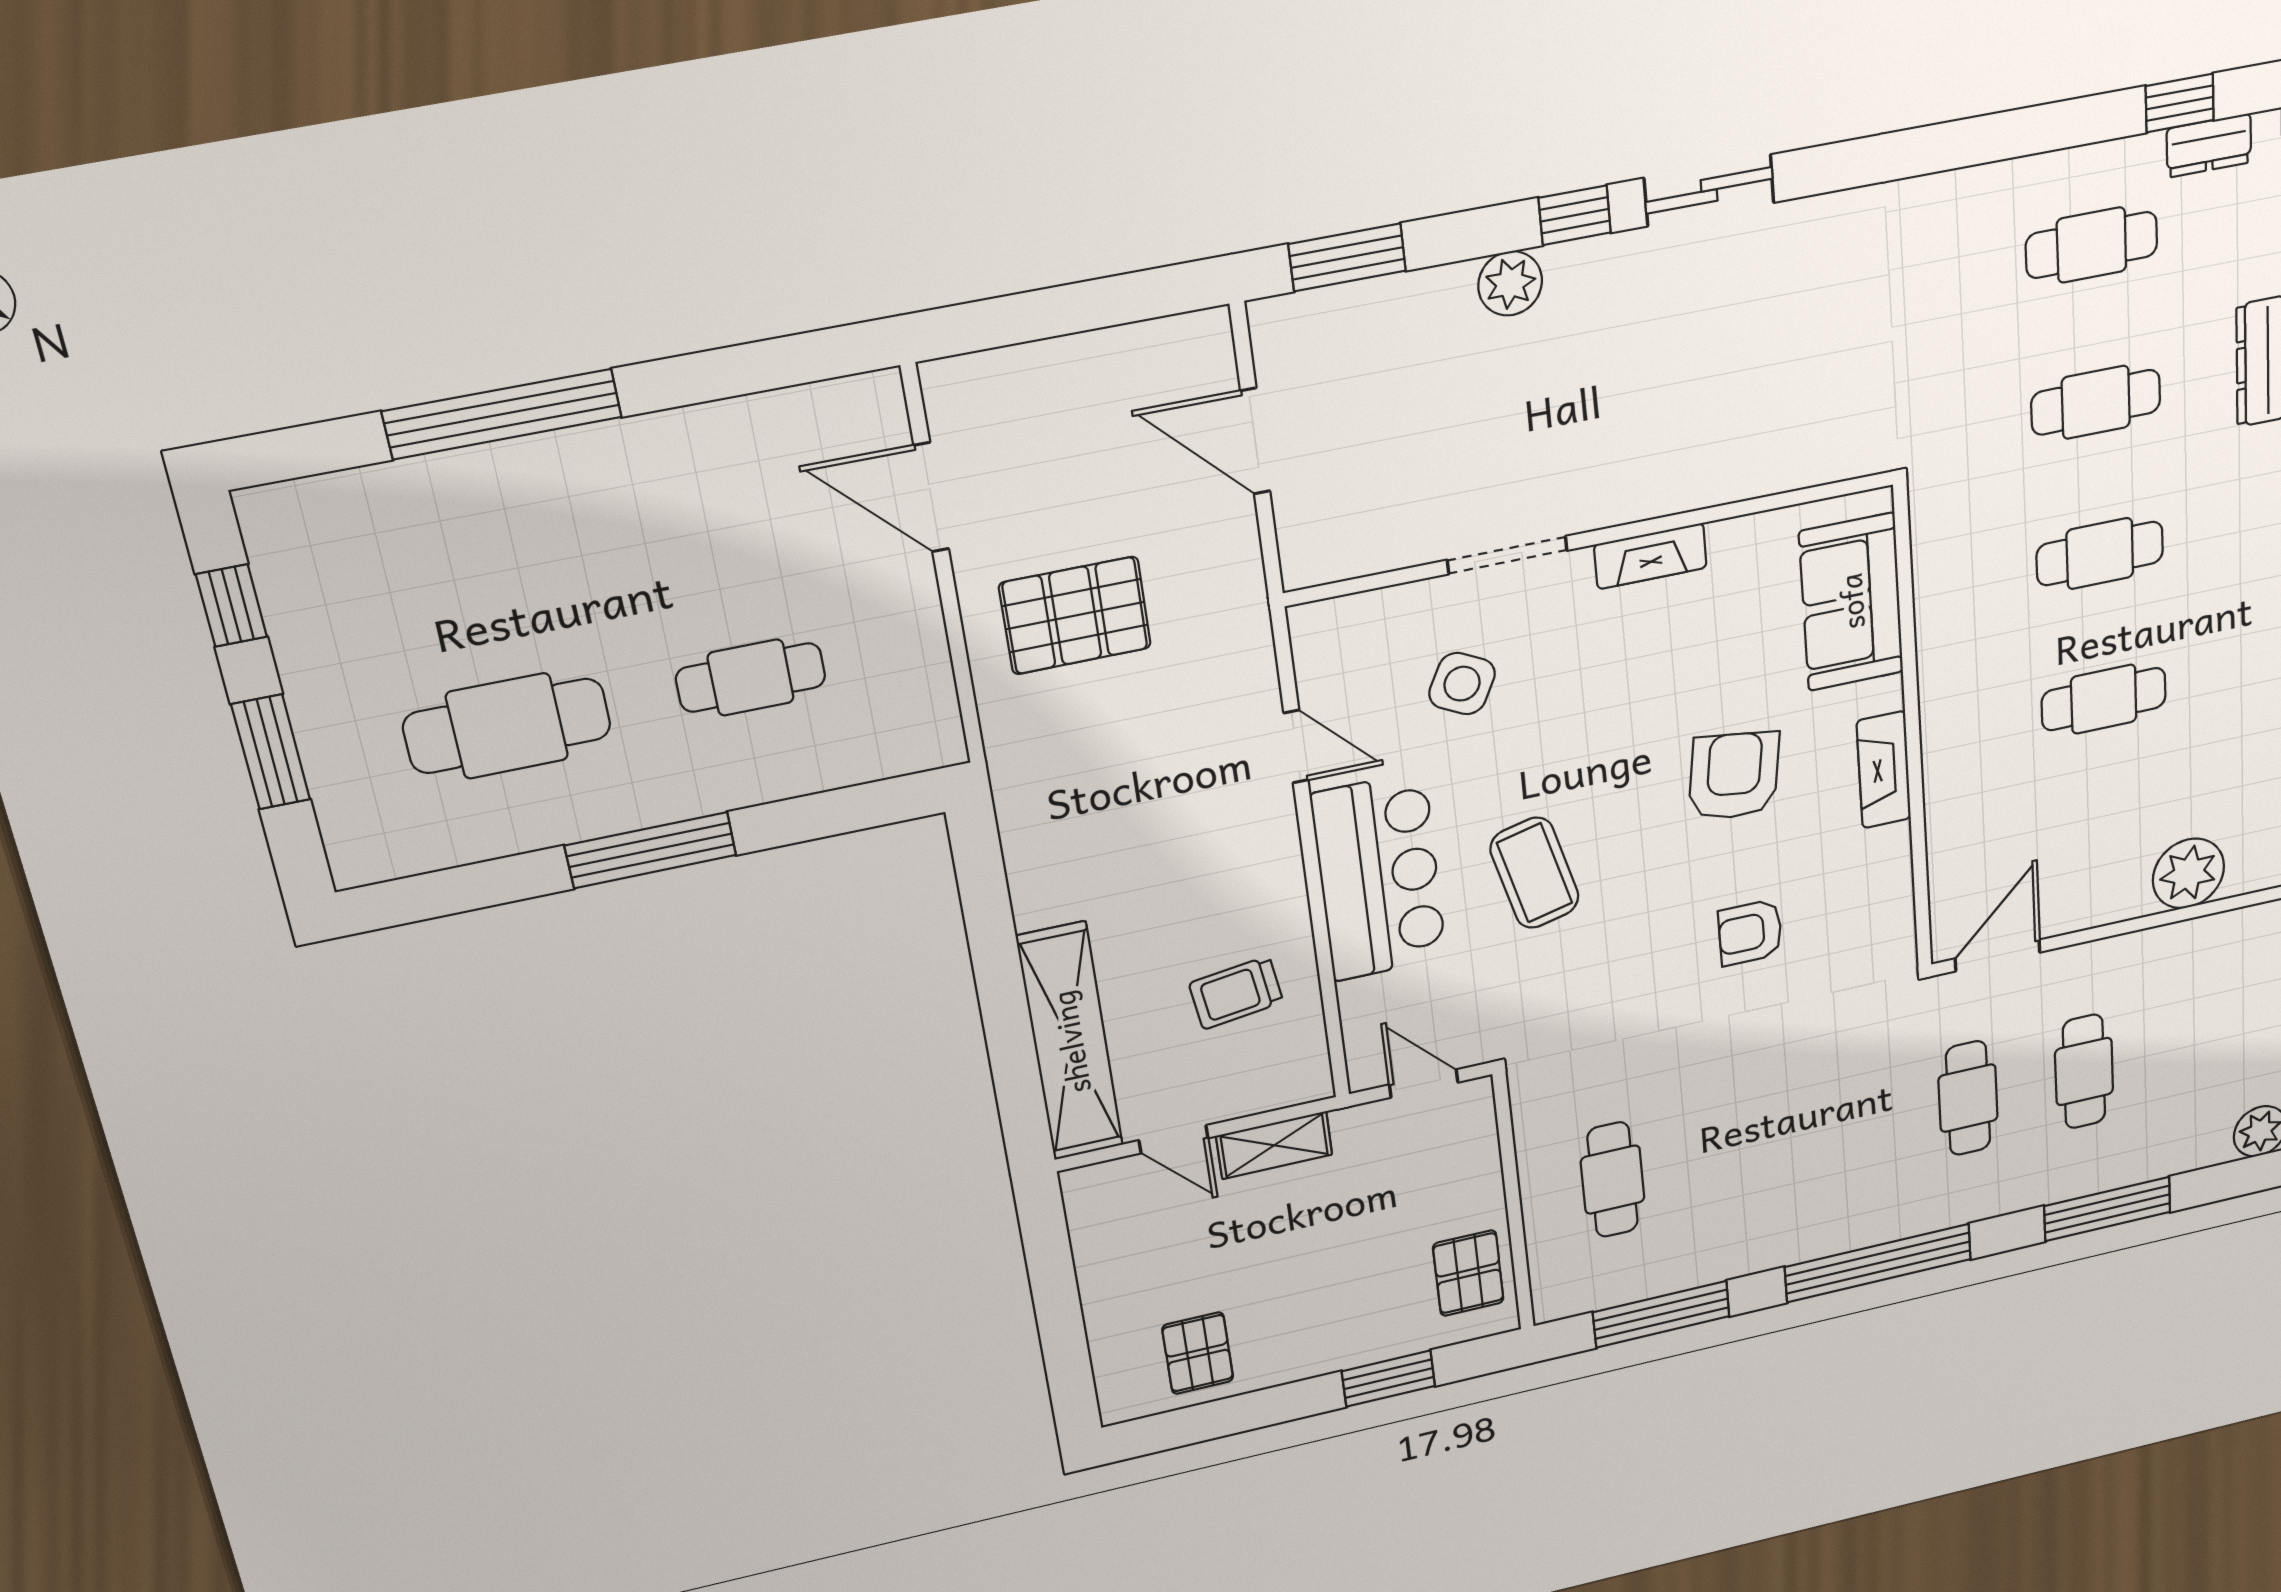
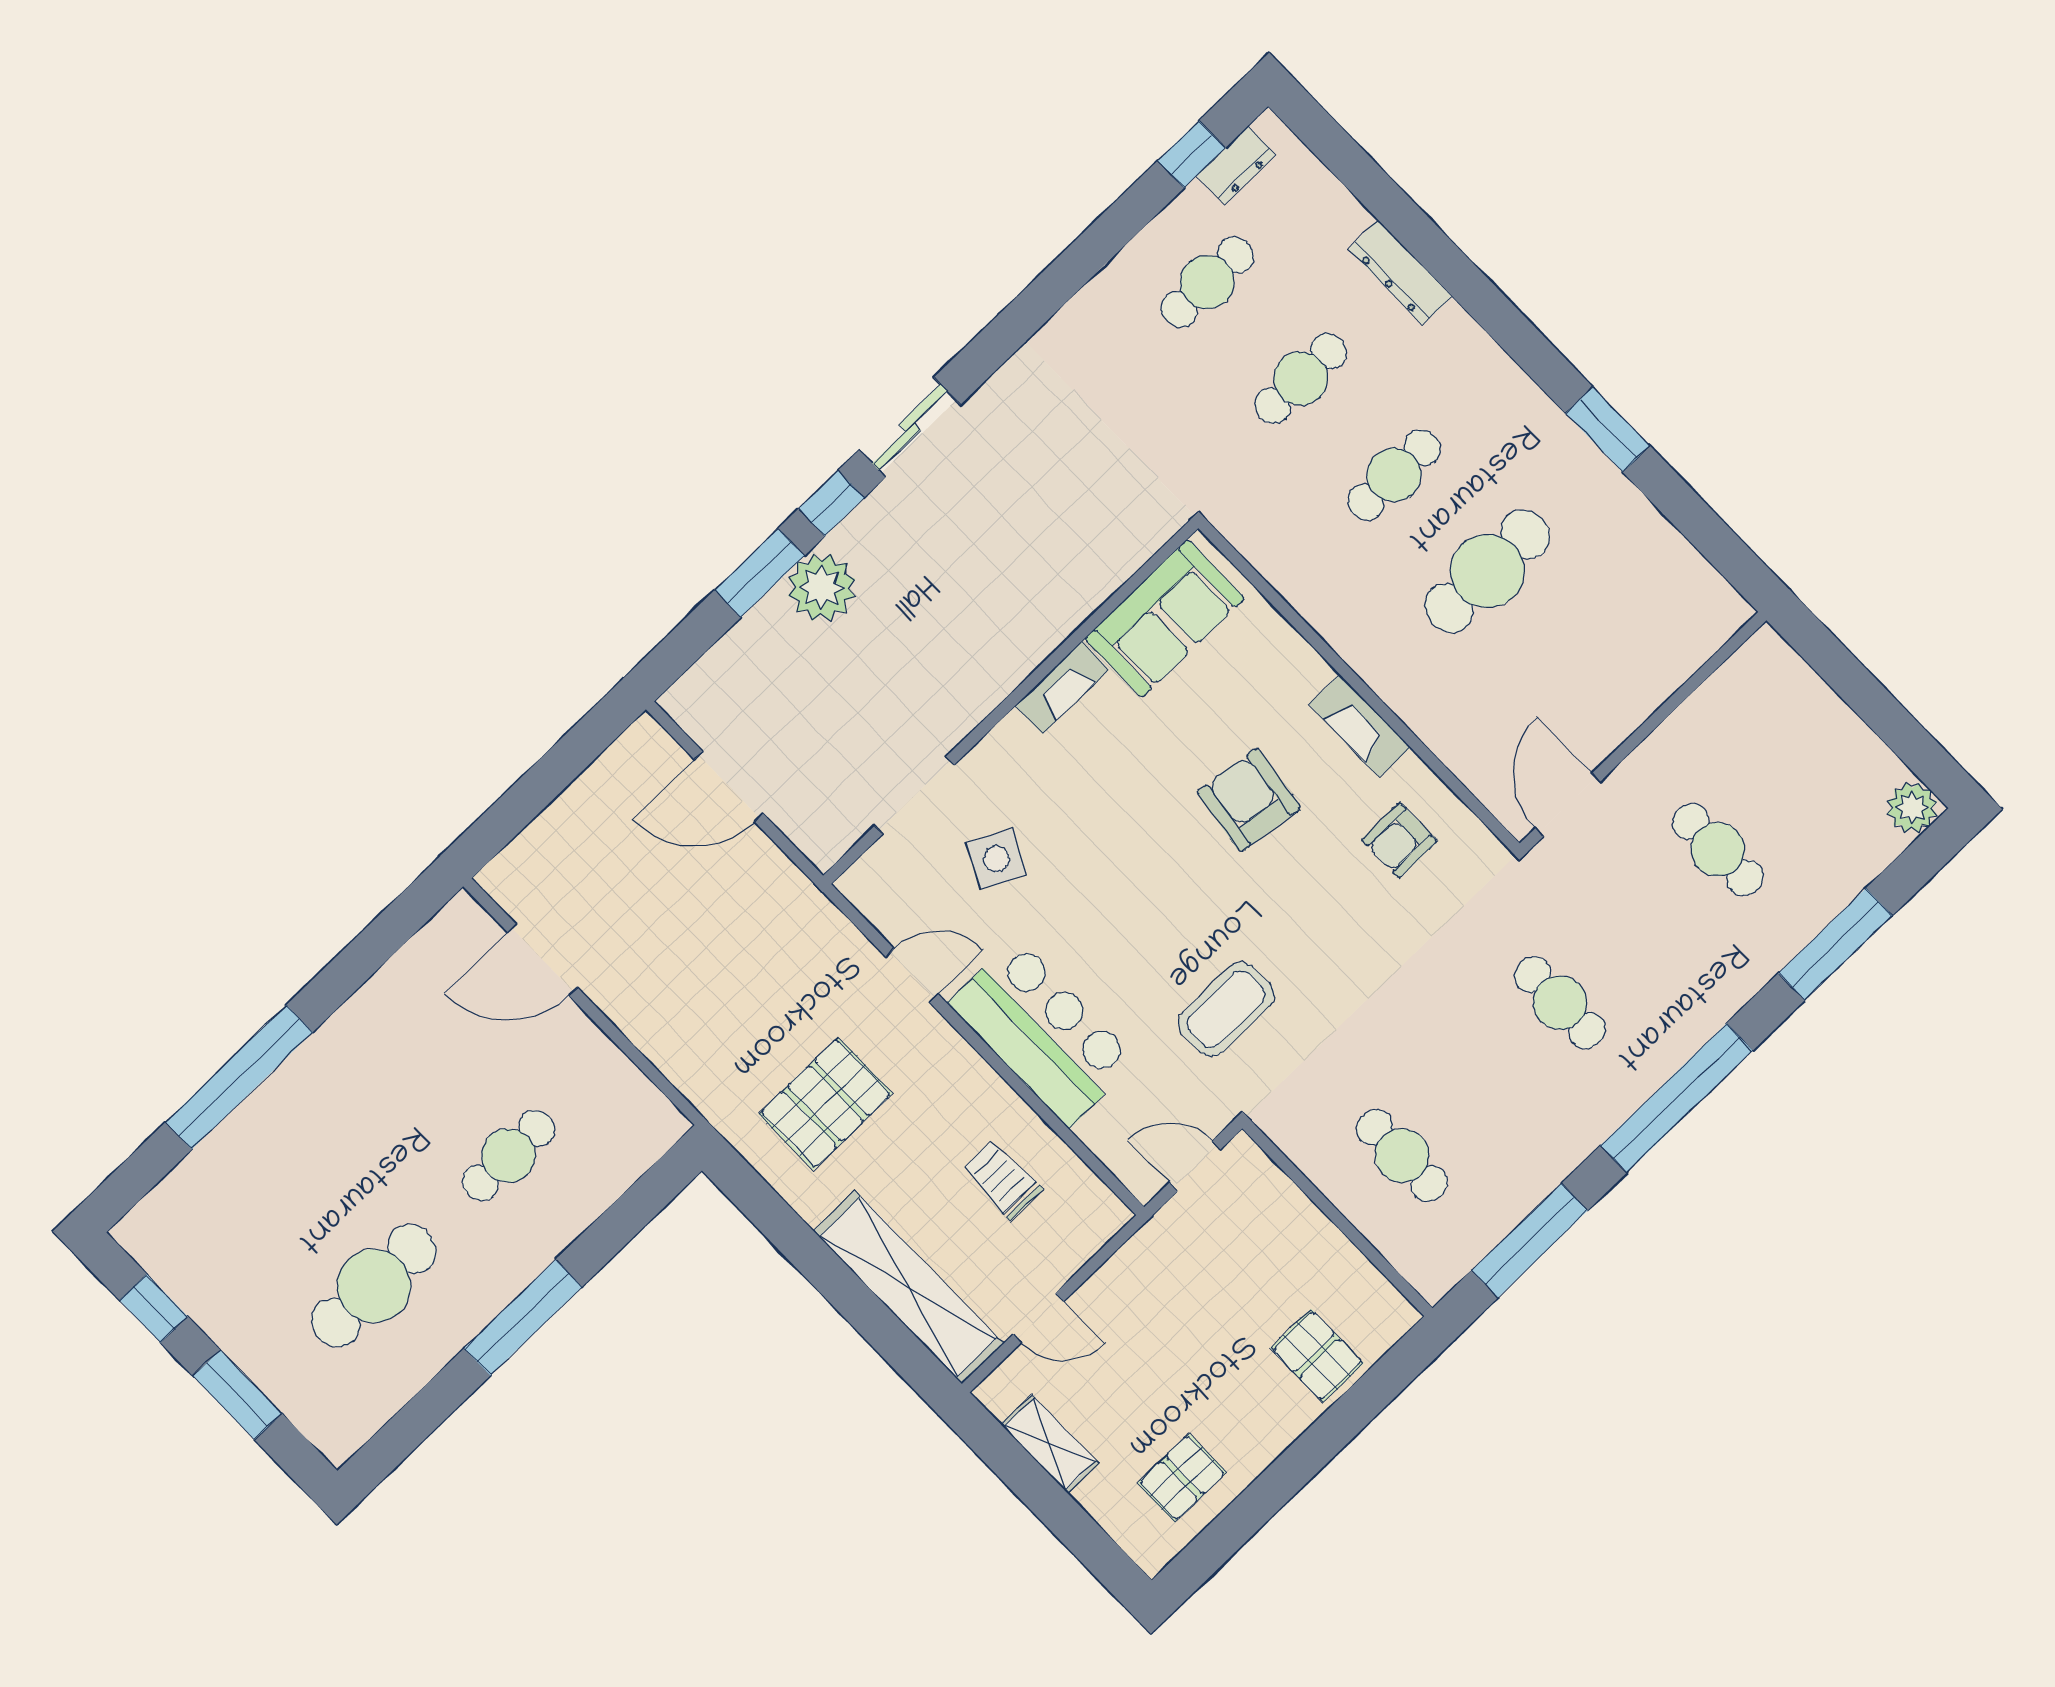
window: (1347, 257) -> (759, 573), moved
plant: (1510, 283) -> (822, 587), width x1.36, depth x1.36
doorway: (1507, 555) -> (914, 795), moved
sofa: (1851, 602) -> (1165, 618), moved, turned -90
pallet: (1075, 616) -> (825, 1104), moved
cafe table: (2104, 699) -> (1487, 571), width x1.37, depth x1.35
coffee table: (1535, 873) -> (1226, 1009), moved, turned -76
plant: (2188, 873) -> (1669, 652), removed
armchair: (1750, 932) -> (1399, 840), moved
trolley: (1236, 993) -> (1002, 1180), turned 98
cafe table: (1968, 1098) -> (1560, 1003), moved
shelving: (1274, 1145) -> (1050, 1444), moved, turned 90
pallet: (1468, 1273) -> (1317, 1356), moved
pallet: (1198, 1353) -> (1182, 1478), turned 90
window: (1388, 1379) -> (1349, 1416), removed

